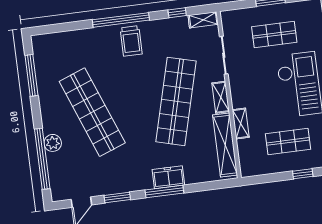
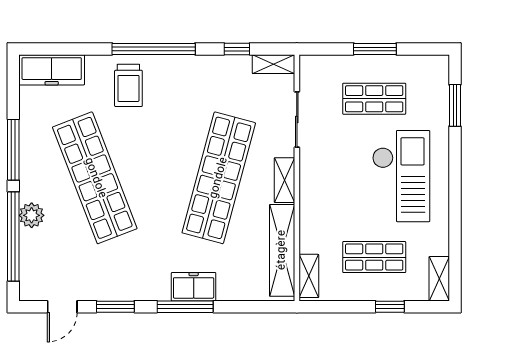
trolley: (131, 41) -> (128, 85), moved
freezer: (54, 43) -> (52, 70), added
window: (31, 75) -> (13, 150), moved
shelving: (241, 123) -> (309, 276), moved

